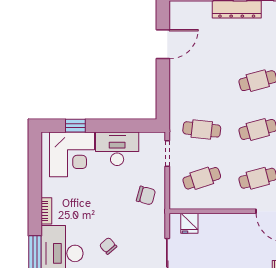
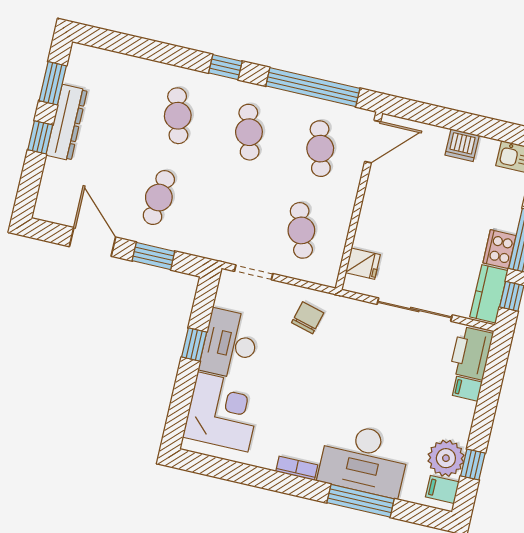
window: (163, 86) -> (153, 256), added
window: (75, 126) -> (194, 345), moved
cafe table: (202, 129) -> (159, 198), moved
chair: (108, 246) -> (369, 390), removed

